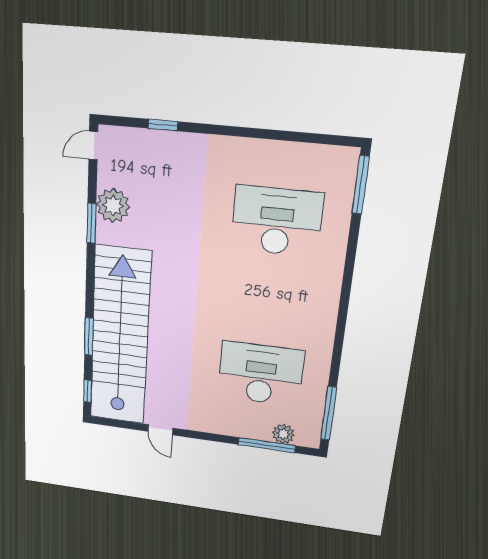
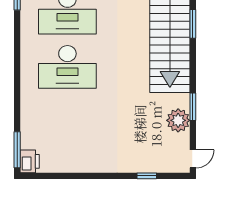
printer: (343, 165) -> (30, 161), added
desk: (277, 221) -> (67, 67), moved

